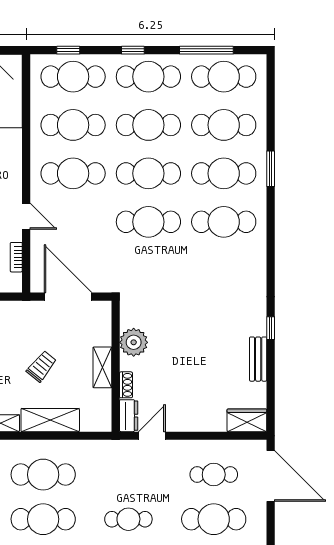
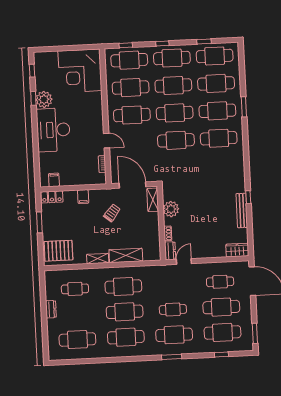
window: (206, 50) -> (204, 41), width x0.46
bench: (258, 359) -> (242, 211), width x1.36
trolley: (41, 366) -> (112, 213), moved
shelving: (102, 367) -> (153, 200), moved

